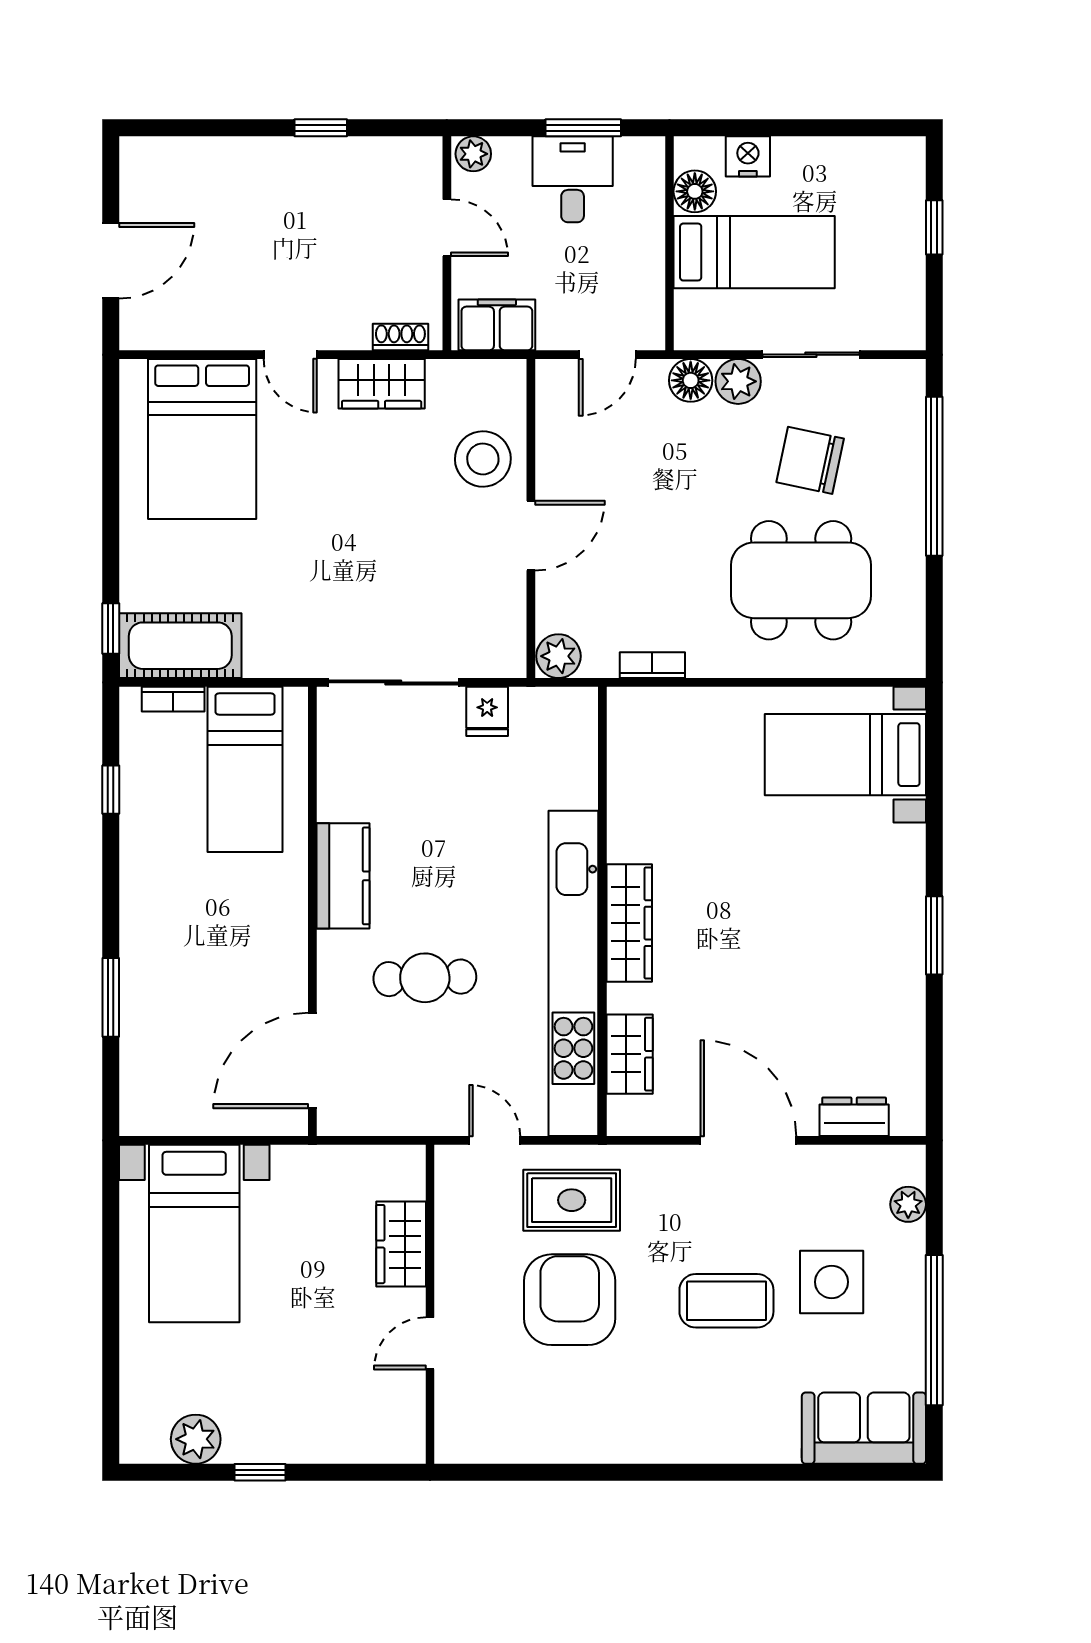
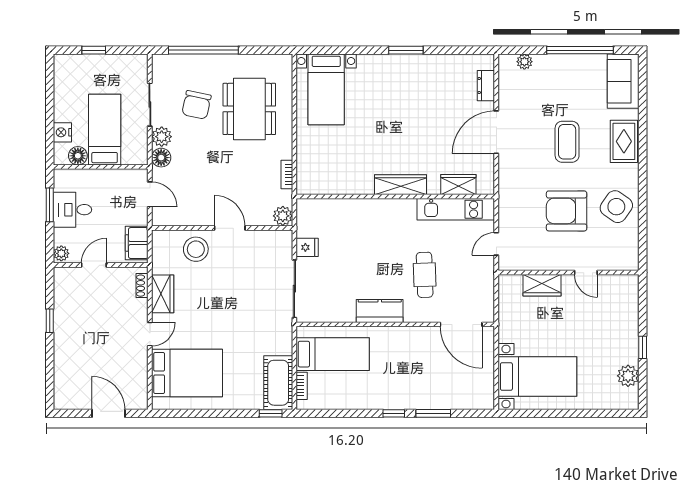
window: (111, 790) -> (394, 413), moved
kitchen unit: (573, 973) -> (456, 209), width x0.54
rug: (572, 1200) -> (624, 141), moved
side table: (832, 1282) -> (616, 207), moved, turned 35

